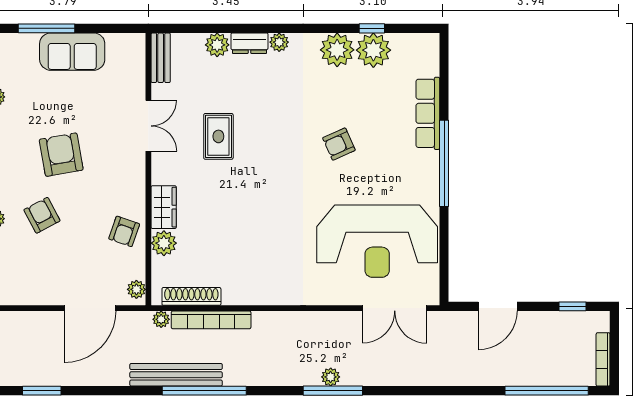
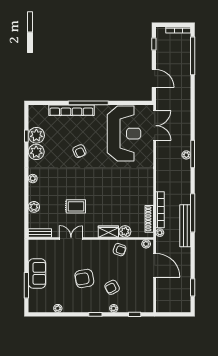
dresser: (249, 43) -> (33, 192), removed
row of seats: (428, 113) -> (71, 110), width x1.36

